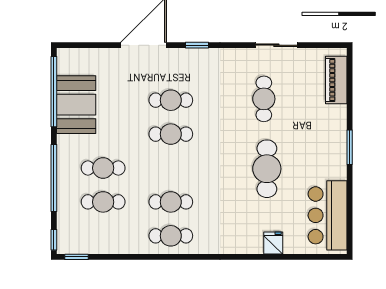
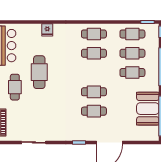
cafe table: (264, 99) -> (15, 87), moved
cafe table: (103, 236) -> (132, 34), added
fridge: (273, 243) -> (47, 30), moved

